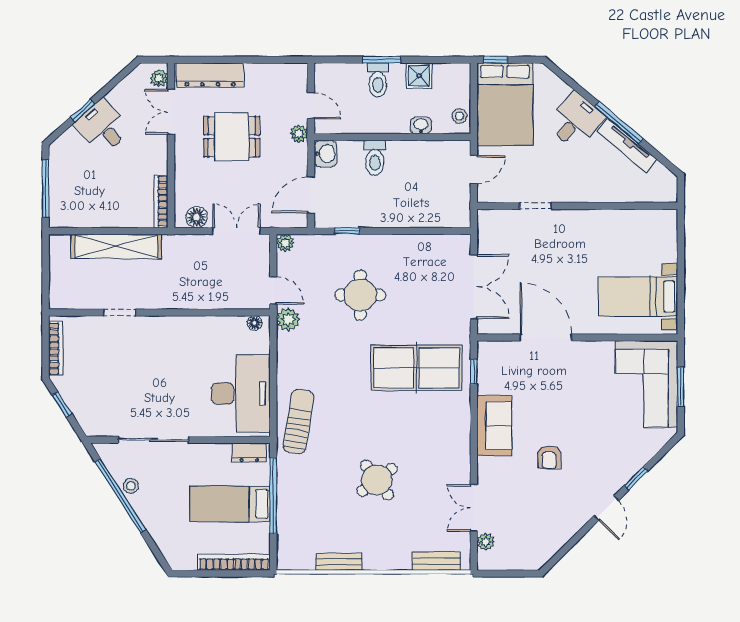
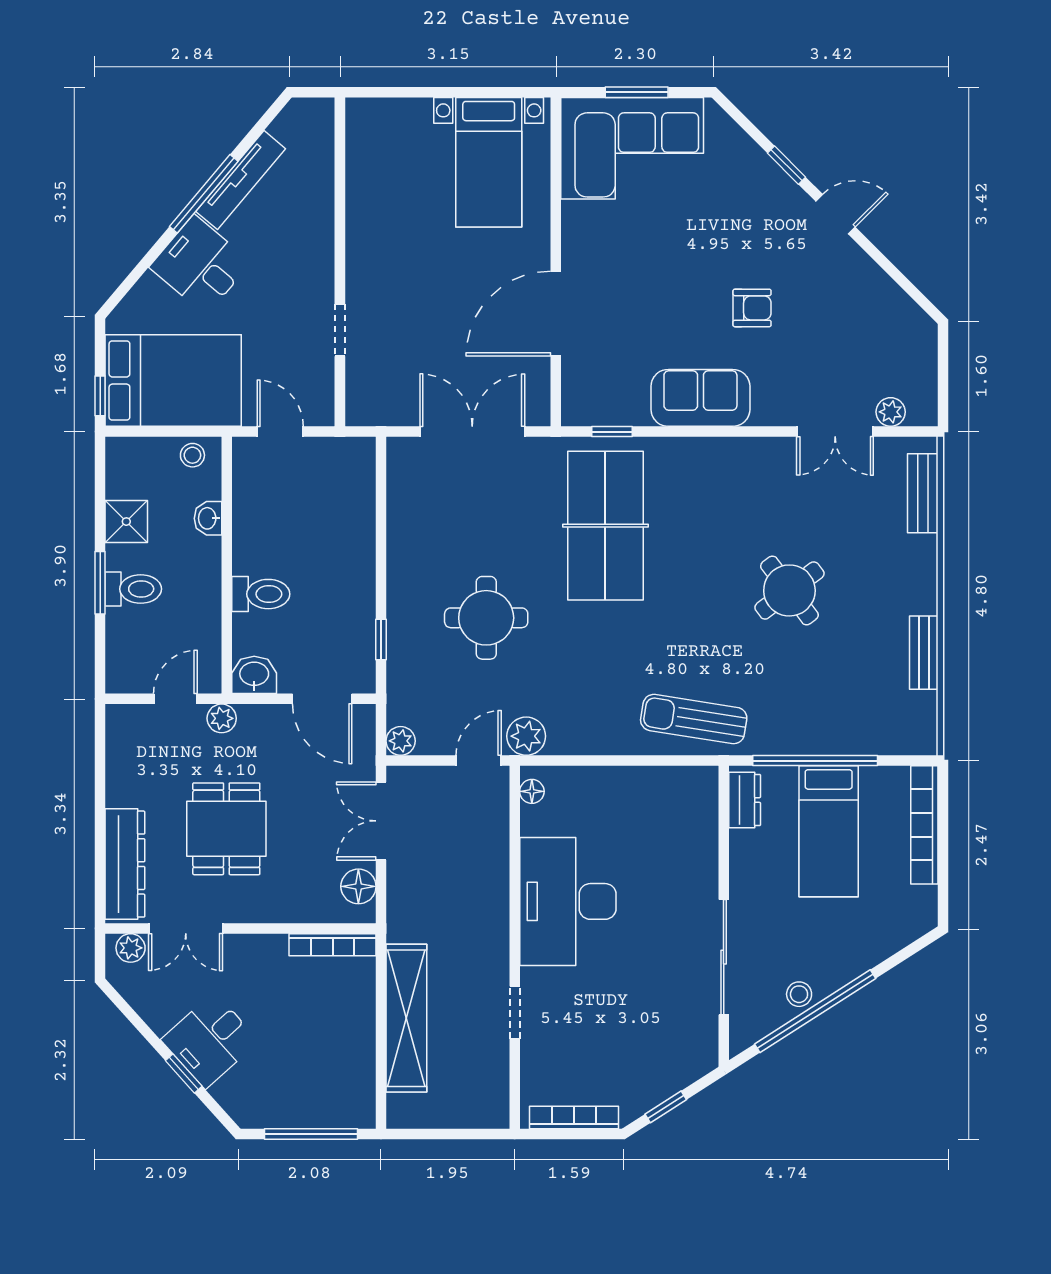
desk: (241, 394) -> (568, 901), moved, turned -90

